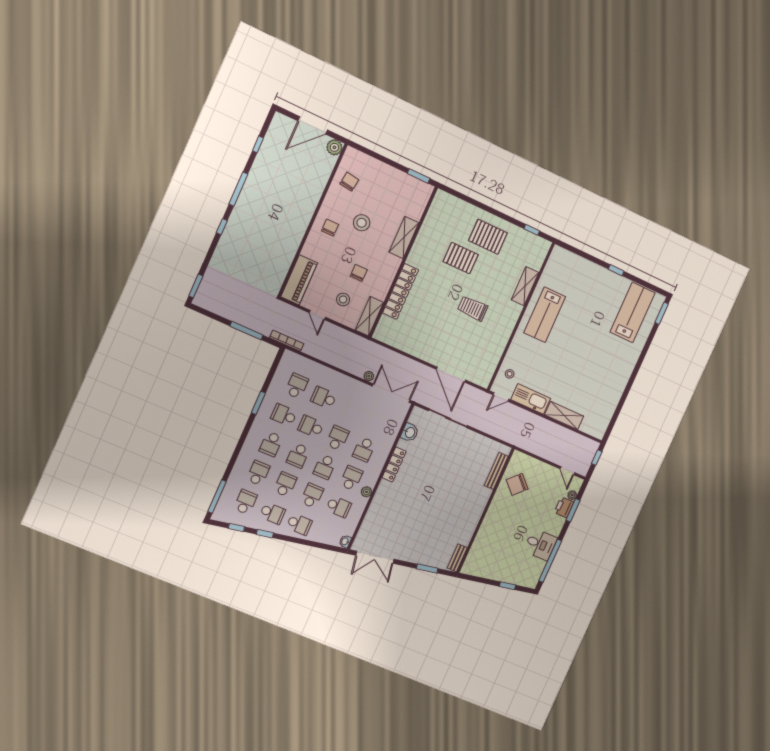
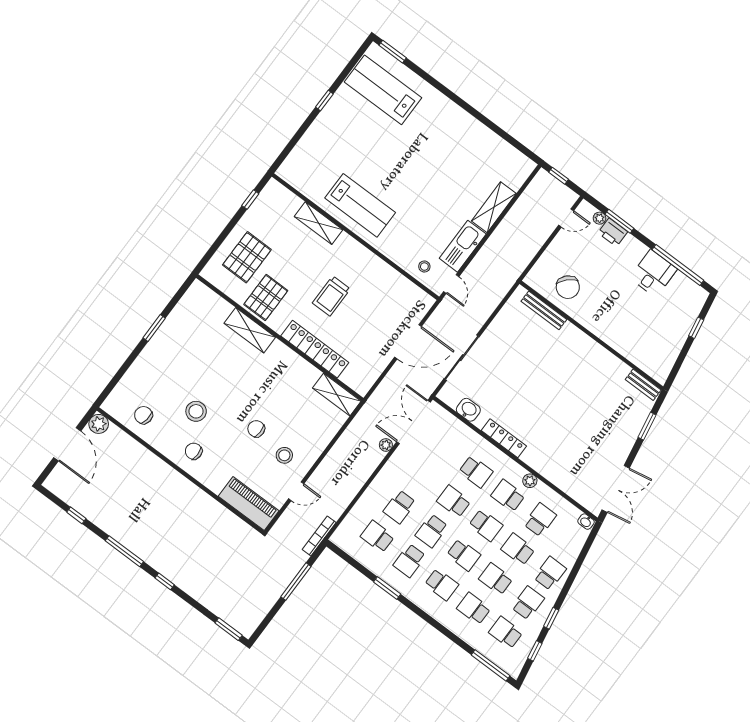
shelving: (404, 237) -> (250, 330), moved
wall: (403, 262) -> (280, 338), moved
locker: (401, 291) -> (315, 349), moved
shelving: (369, 316) -> (337, 395), moved

